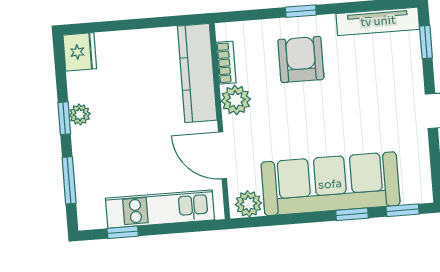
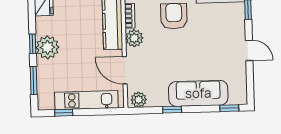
plant: (80, 115) -> (47, 47), width x1.88, depth x1.88
sofa: (330, 184) -> (198, 93), width x0.74, depth x0.79
window: (352, 214) -> (172, 110), moved

